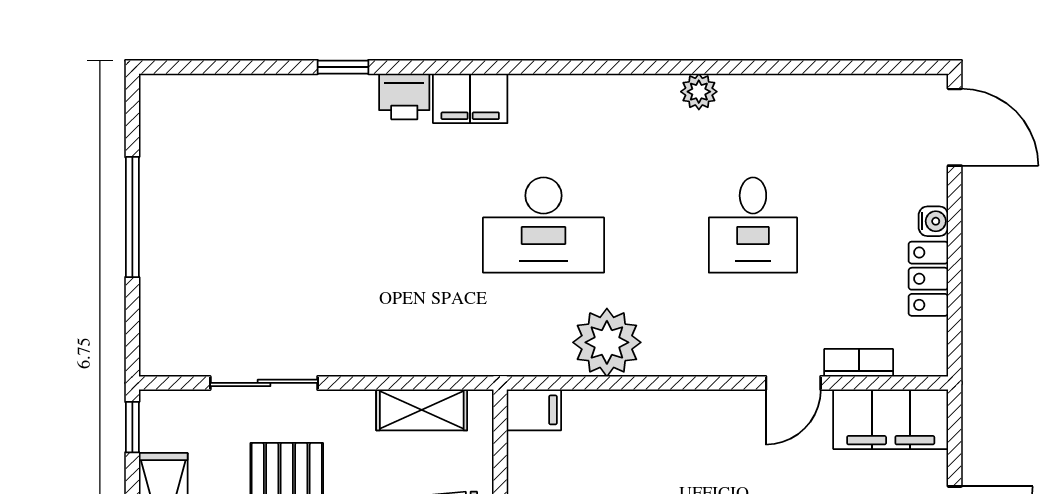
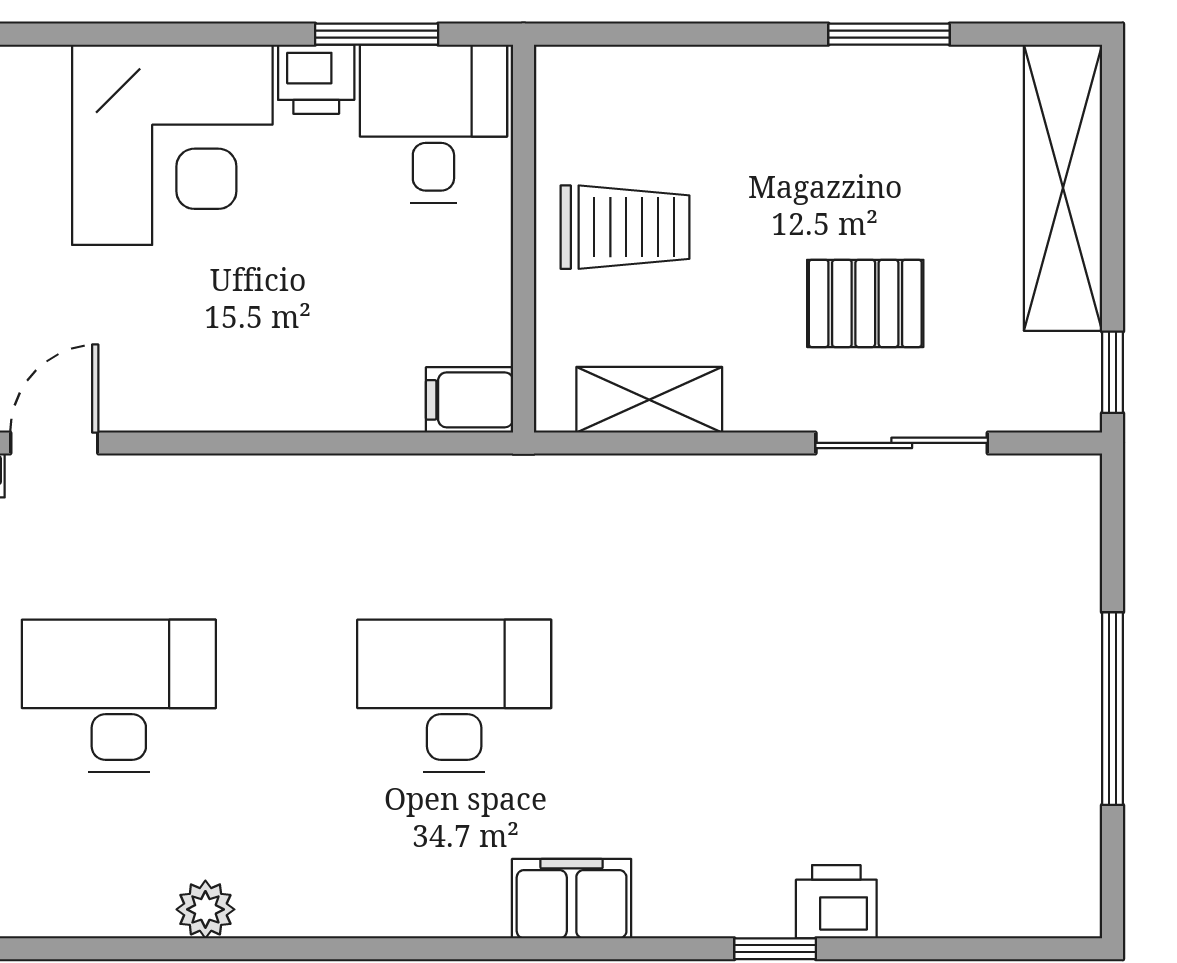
printer: (404, 96) -> (836, 902), moved
desk: (753, 225) -> (119, 696), width x1.37
plant: (607, 342) -> (353, 508), removed

